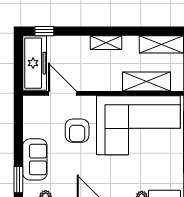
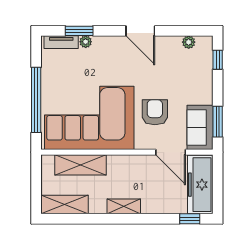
window: (18, 122) -> (218, 122), added
sofa: (35, 159) -> (200, 127), moved
window: (18, 180) -> (218, 60), width x0.67

